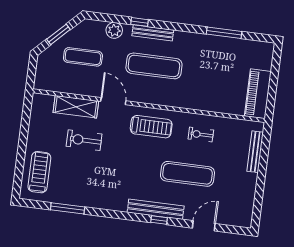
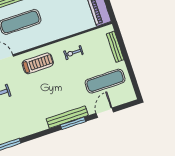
exercise mat: (187, 174) -> (105, 81), moved
window: (159, 220) -> (73, 123), width x2.17

